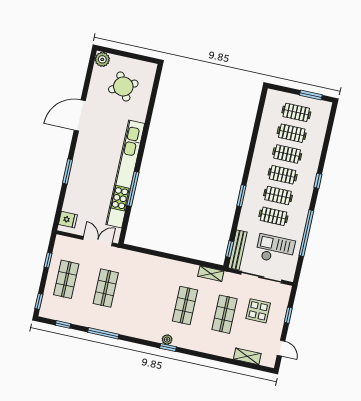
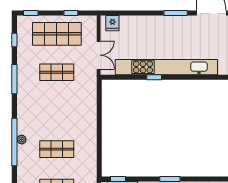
window: (67, 171) -> (176, 13), moved
window: (133, 189) -> (154, 77), width x0.46
shelving: (211, 274) -> (92, 167), removed
shop shelf: (66, 279) -> (57, 34), width x1.43, depth x1.36
window: (168, 348) -> (14, 142), width x3.17

